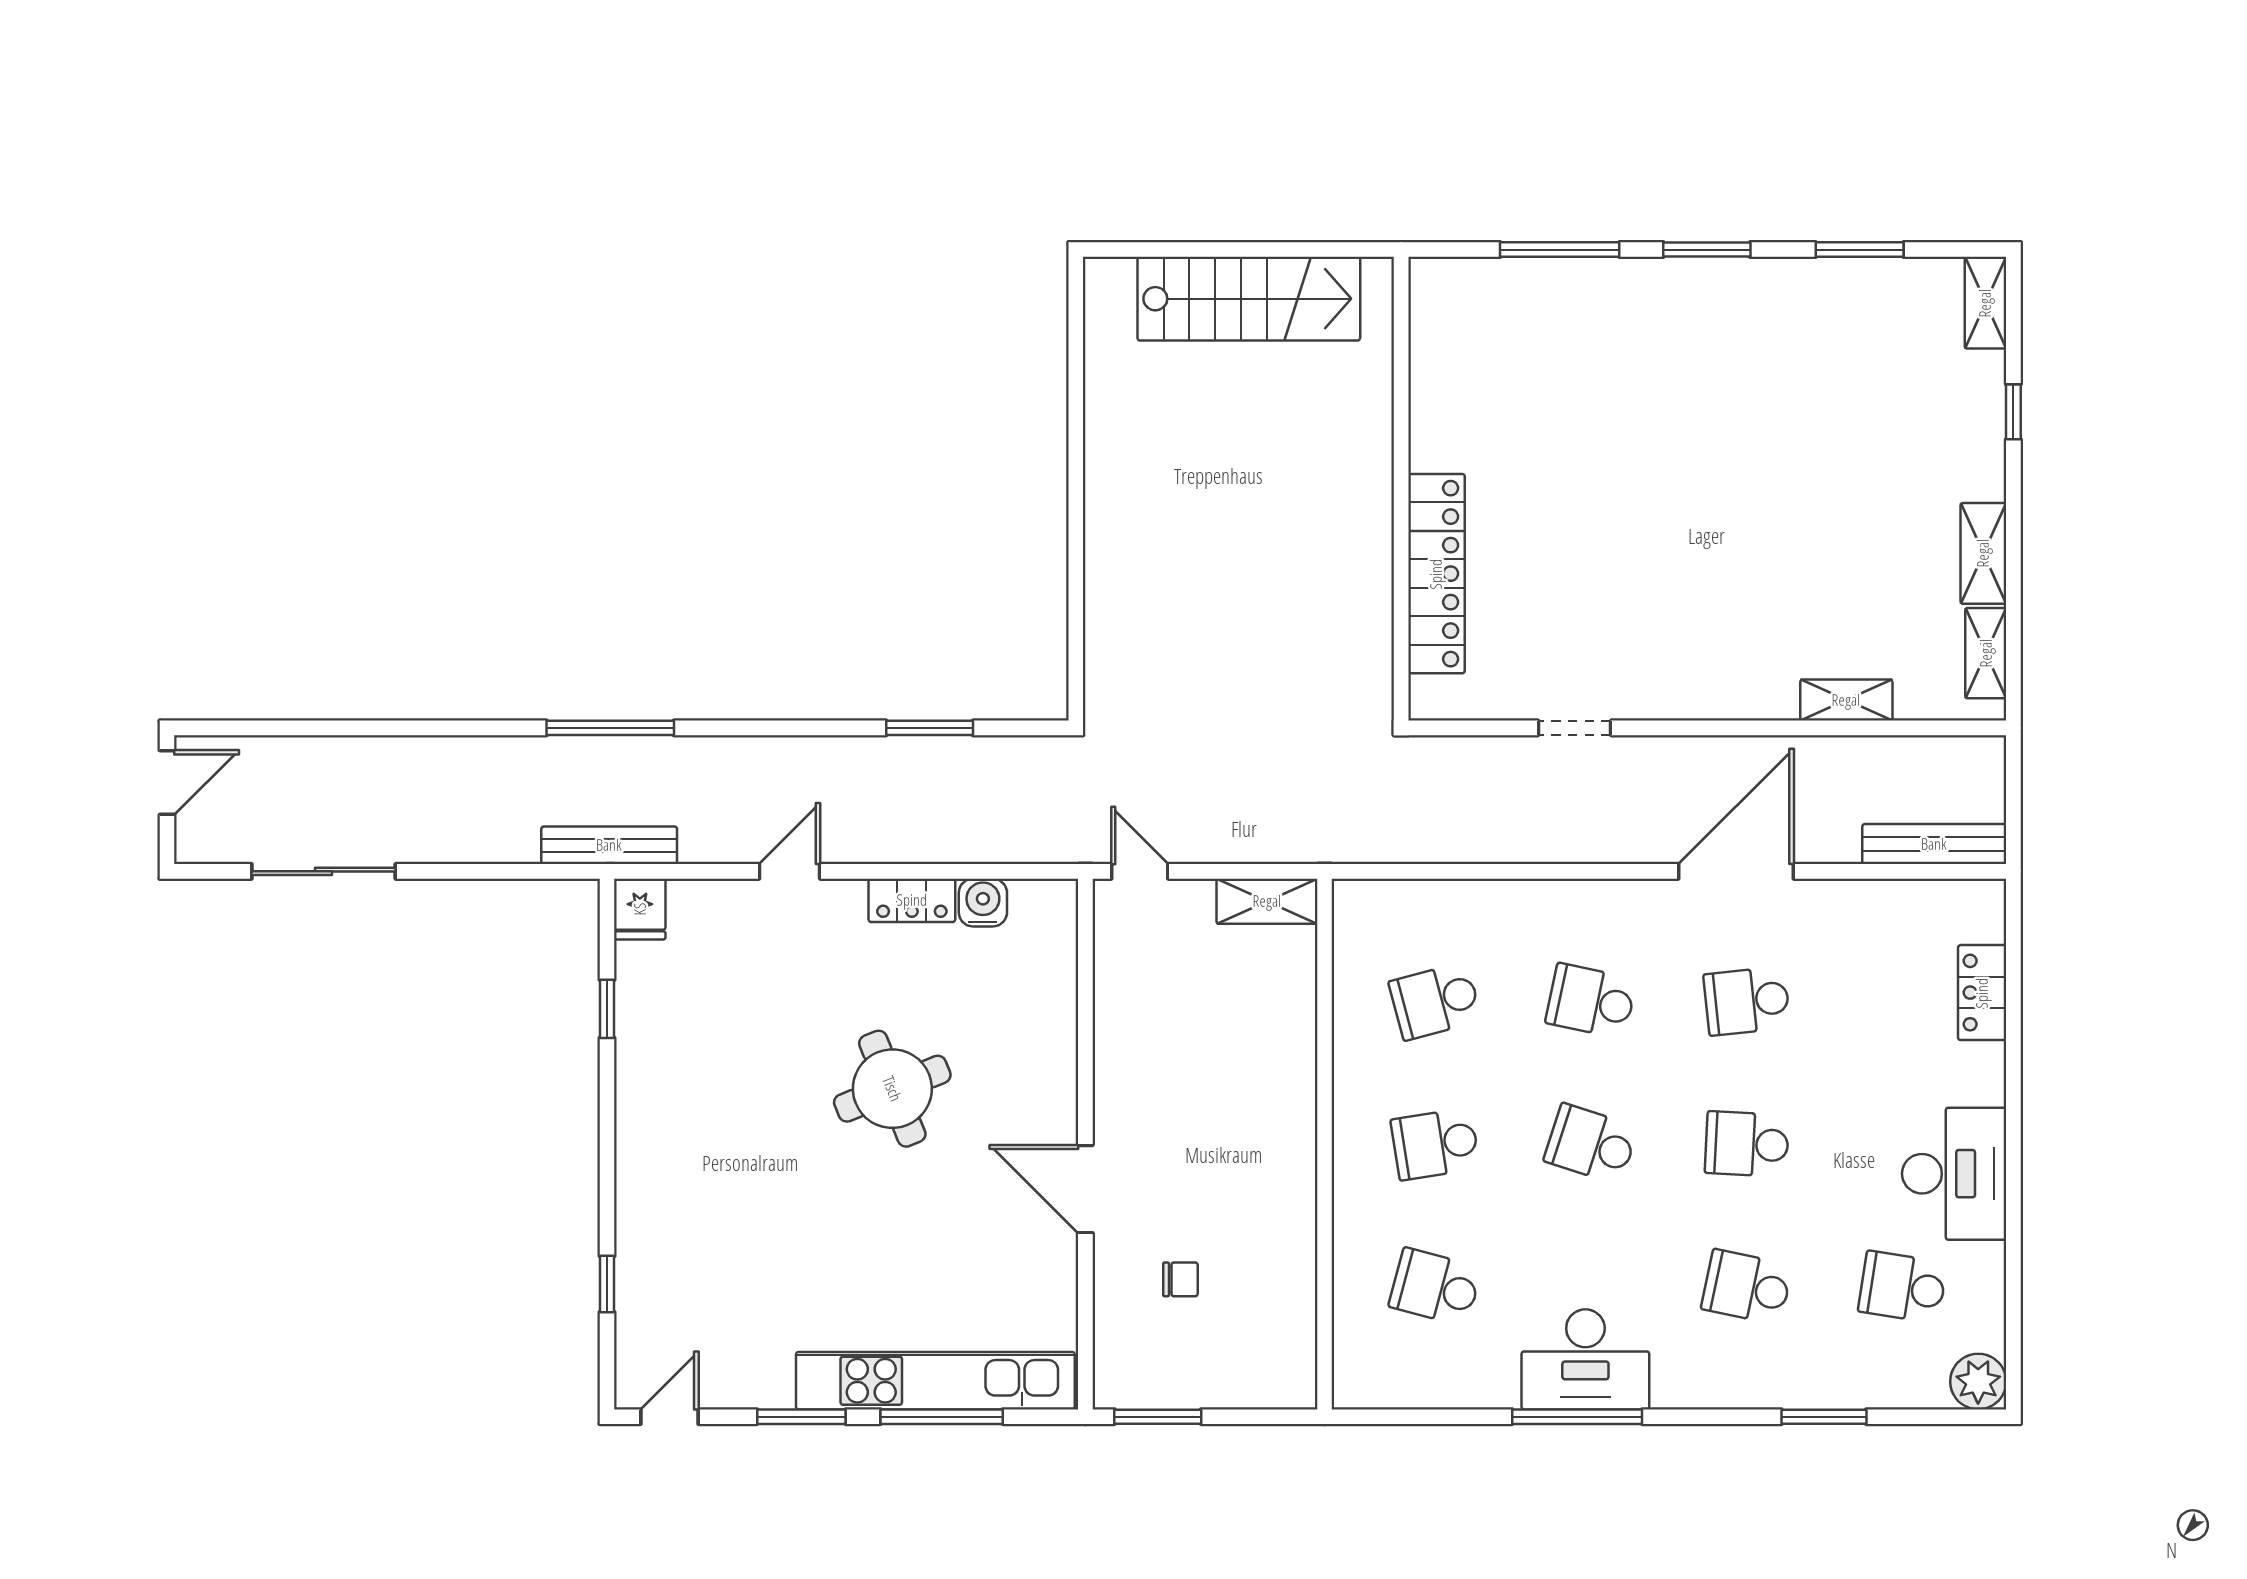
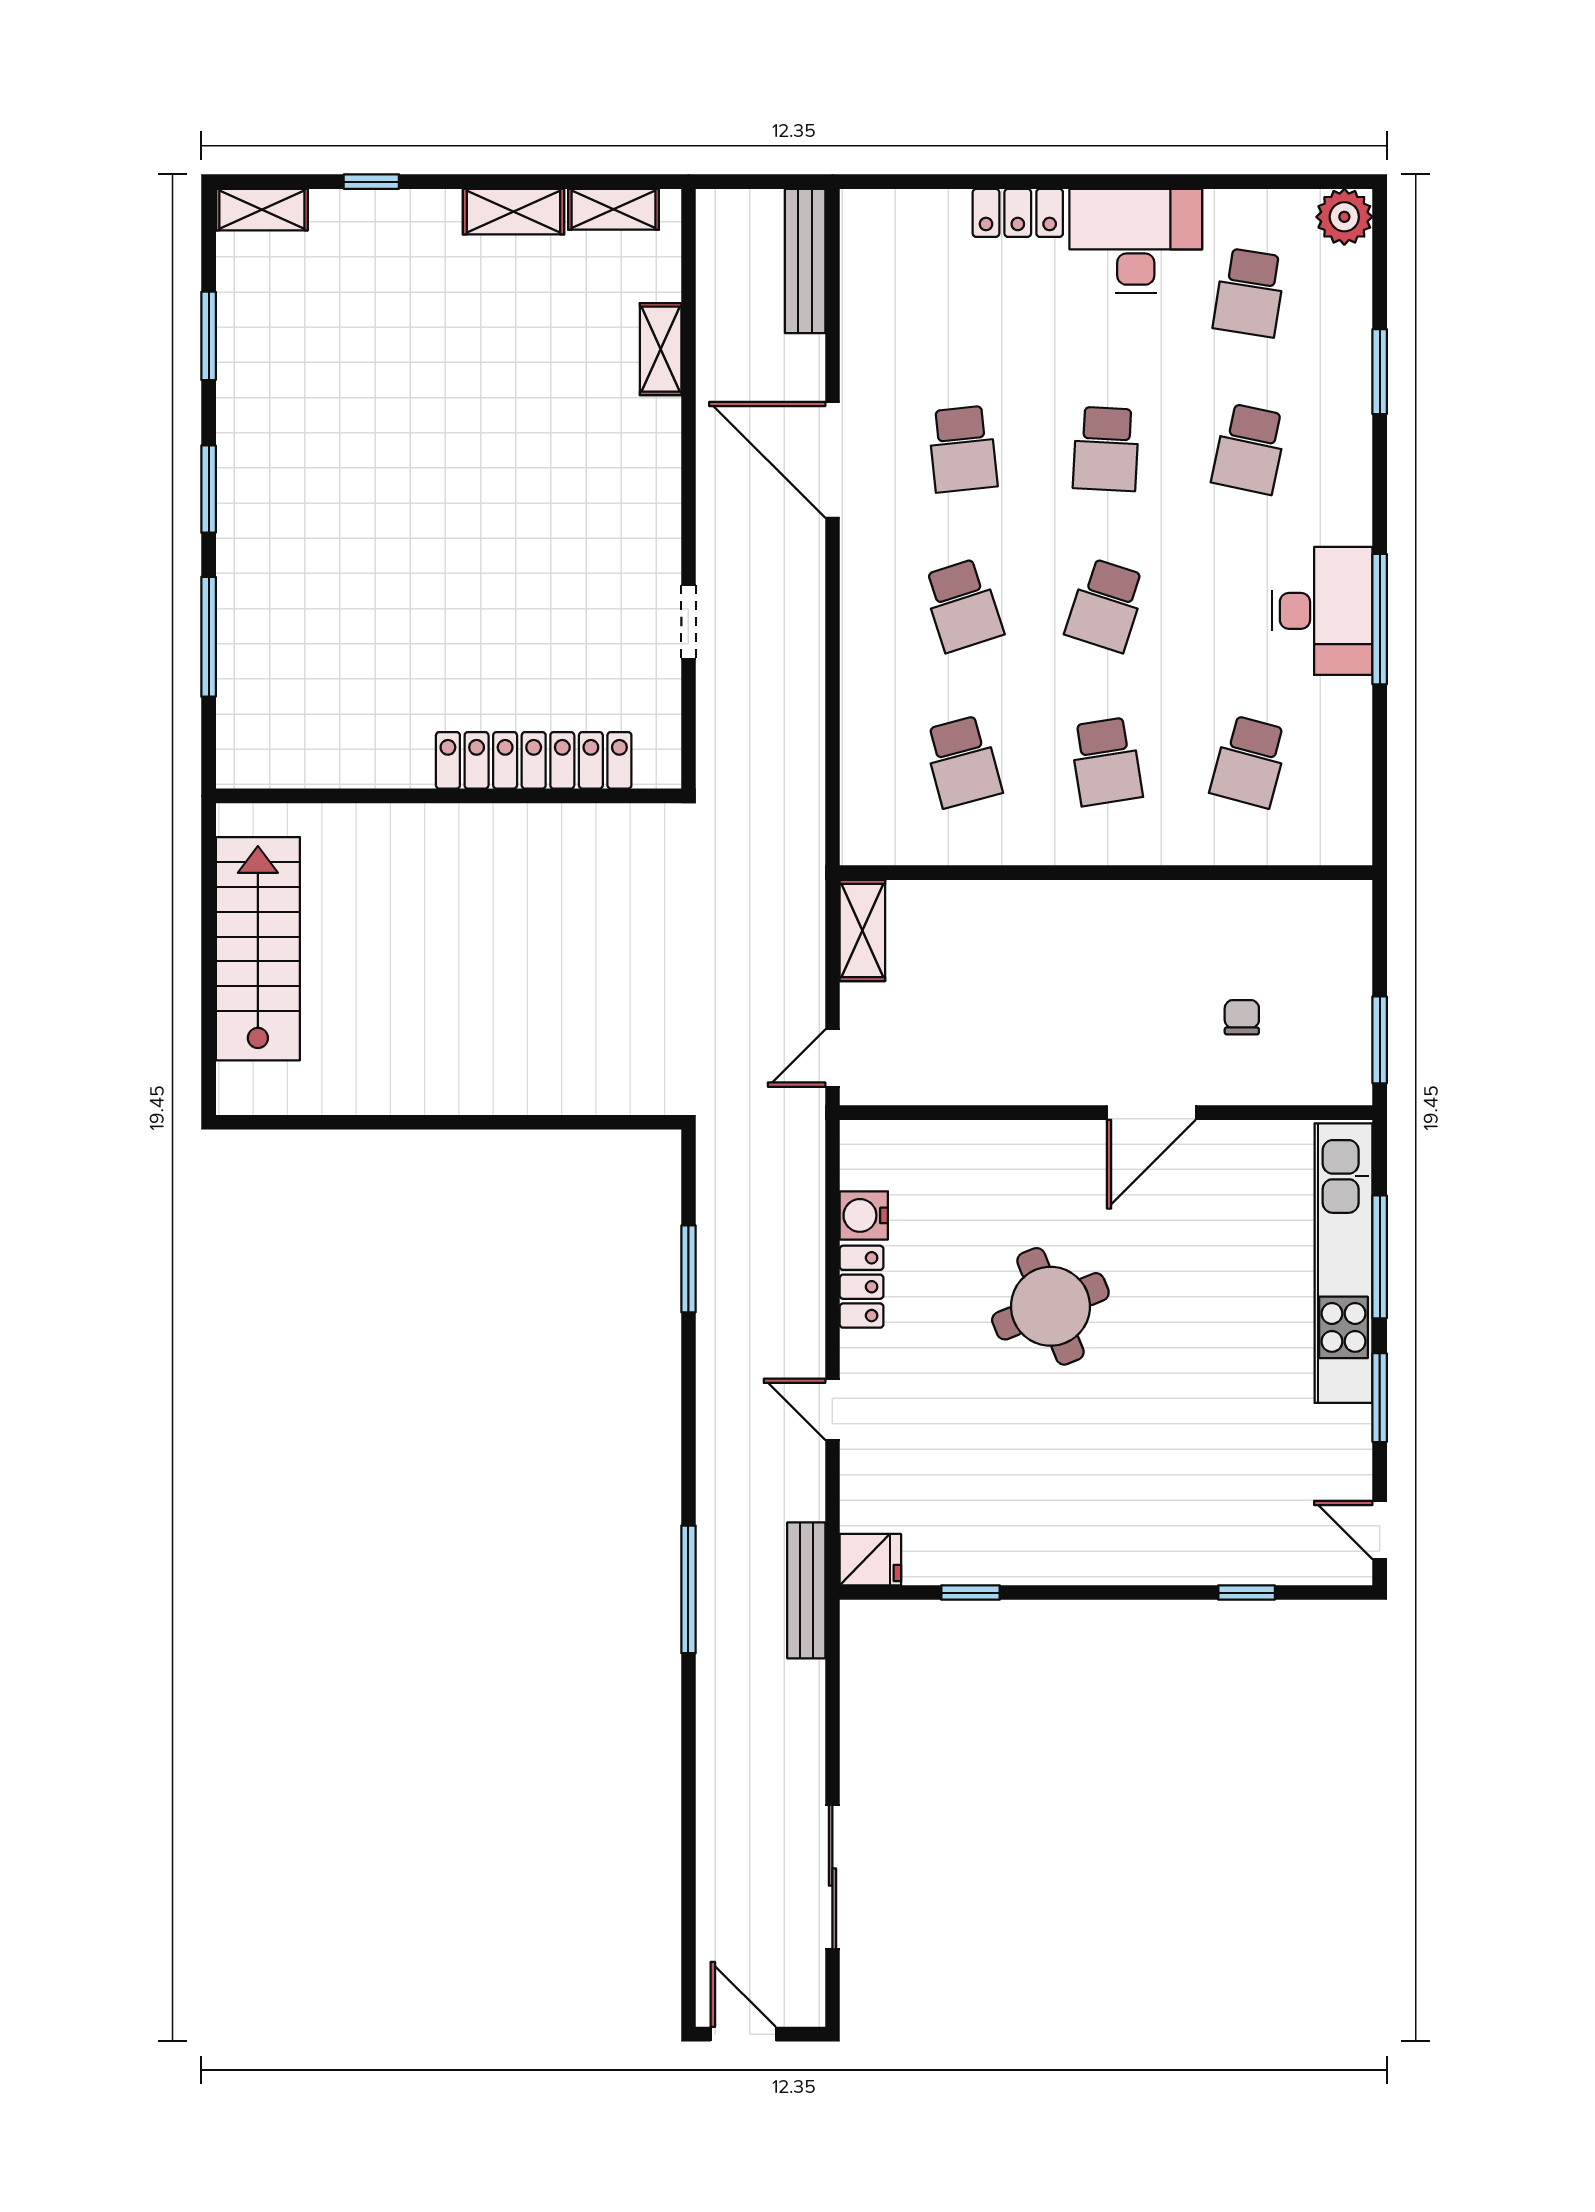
locker: (1982, 993) -> (1018, 213), moved
school desk: (1591, 1001) -> (963, 605), turned -30

